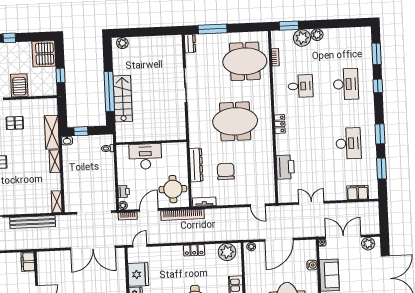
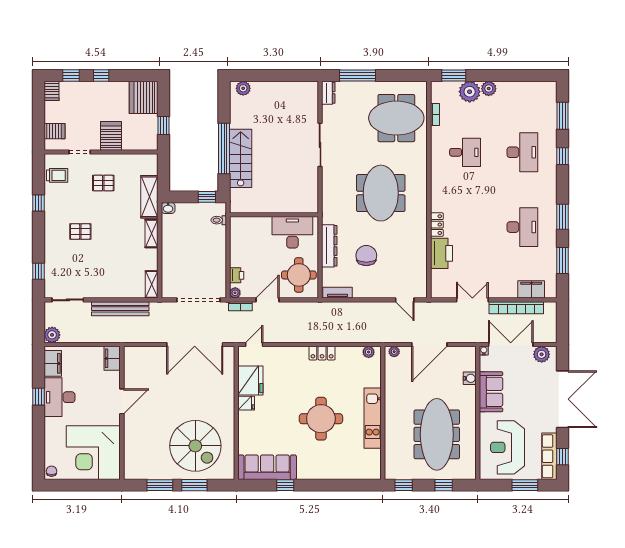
meeting table: (235, 121) -> (381, 193), turned 90
locker: (280, 124) -> (437, 225), moved
window: (81, 131) -> (207, 197), moved
desk: (145, 156) -> (292, 232), moved
bookcase: (183, 215) -> (516, 308), moved
plant: (227, 252) -> (369, 352), width x0.53, depth x0.53

